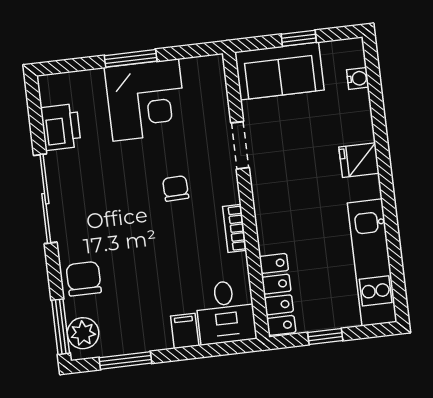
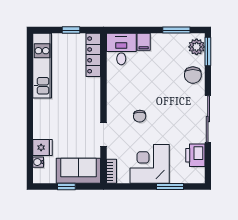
window: (131, 58) -> (170, 187), moved
fridge: (359, 160) -> (43, 148), moved
bookcase: (235, 228) -> (111, 171), moved

